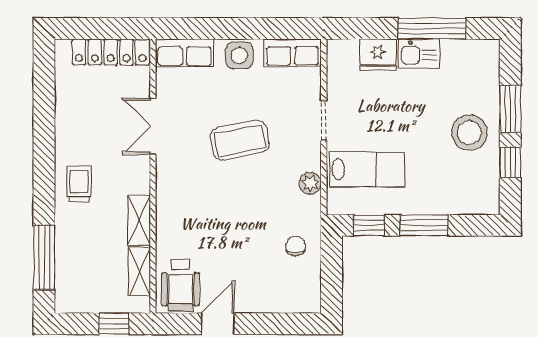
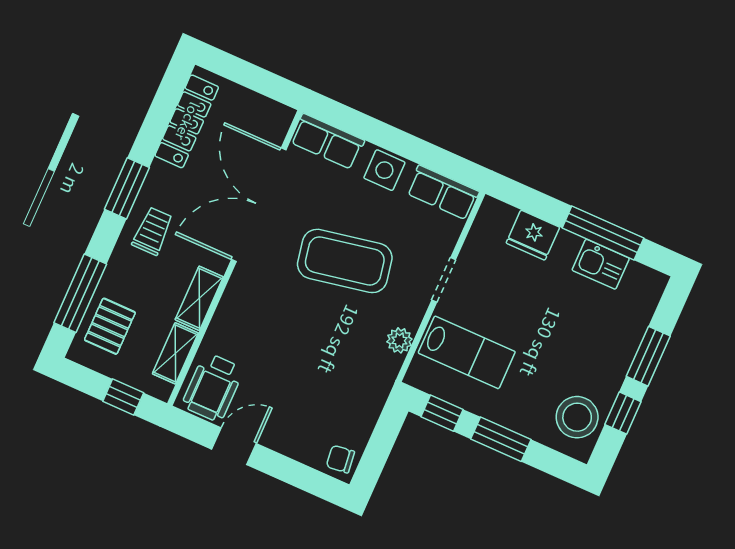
locker: (111, 52) -> (187, 121), moved, turned -90
kitchen sink: (419, 54) -> (601, 264), moved
double door: (153, 126) -> (259, 205), width x1.87
stool: (469, 133) -> (577, 417), moved
coffee table: (240, 140) -> (345, 261), width x1.36, depth x1.32
window: (44, 159) -> (127, 188), added
chair: (295, 246) -> (340, 459), moved, turned -97
pallet: (79, 273) -> (110, 326), added

